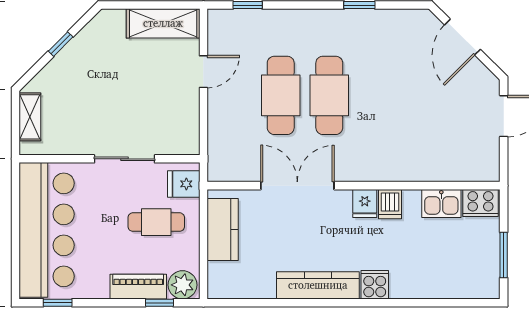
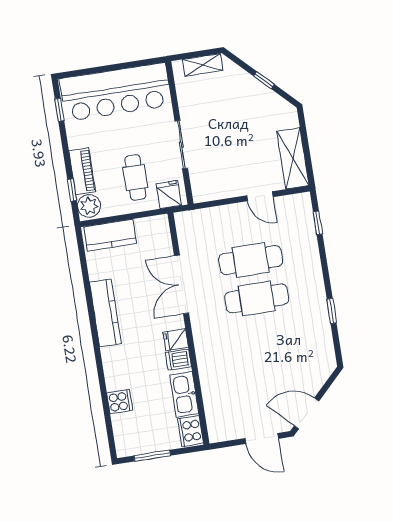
door: (462, 37) -> (307, 413), moved
double door: (297, 186) -> (181, 284), swing flipped
kitchen sink: (441, 203) -> (184, 394), width x1.38
kitchen counter: (223, 230) -> (110, 235), moved
cooker: (375, 285) -> (120, 402), moved

